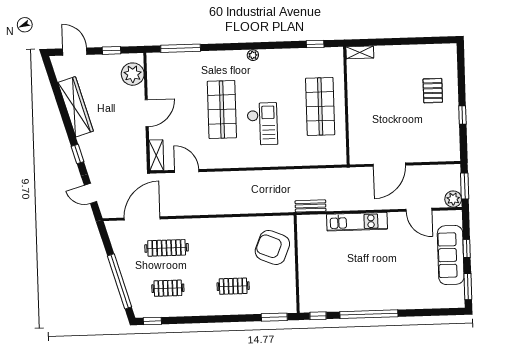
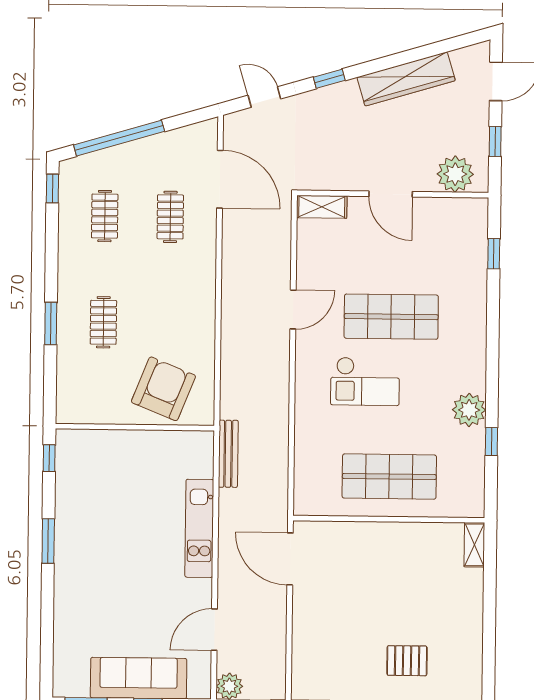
window: (315, 44) -> (491, 442), moved
window: (181, 48) -> (494, 254), width x0.46
plant: (253, 55) -> (469, 410), moved, width x1.88, depth x1.88
door: (389, 165) -> (290, 559), moved
door: (187, 171) -> (293, 309), moved
door: (90, 193) -> (264, 97), hinge flipped
bench: (310, 206) -> (228, 454), width x1.36
clothes rail: (167, 248) -> (170, 217), width x0.73
window: (369, 314) -> (48, 541), width x0.47
window: (274, 317) -> (51, 324), moved

